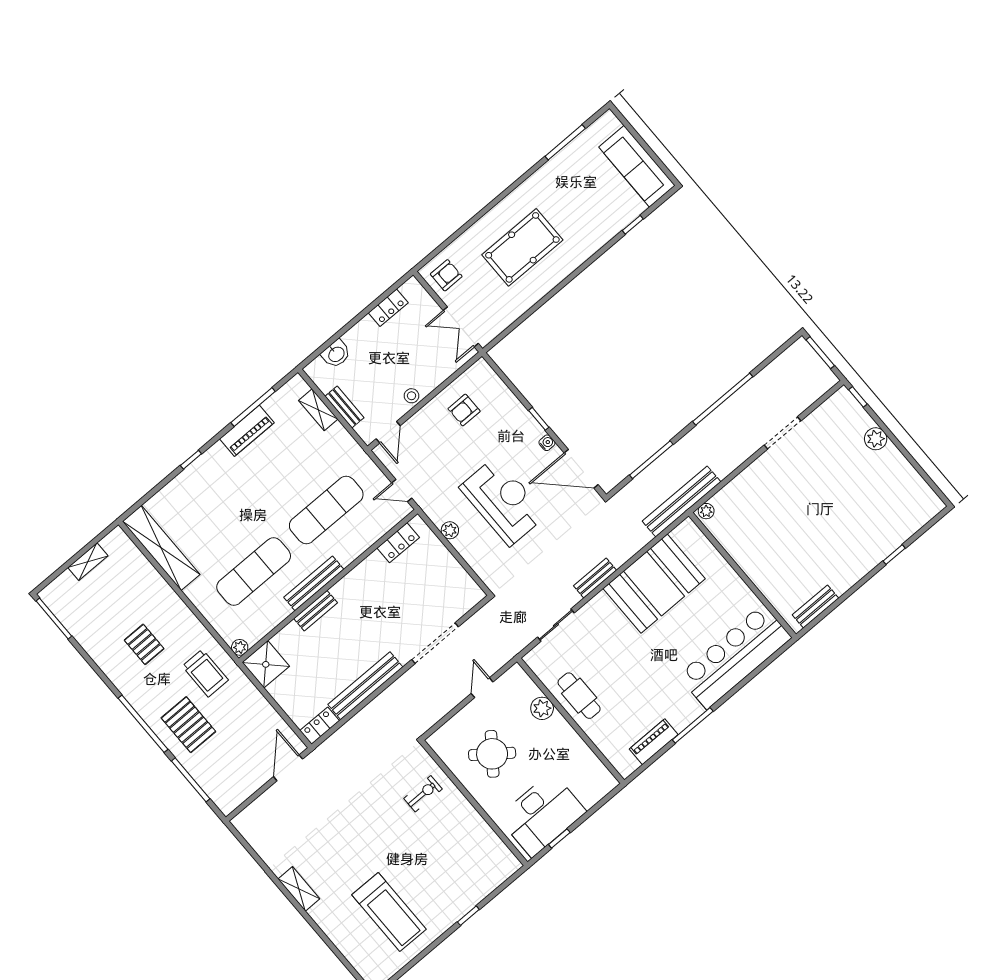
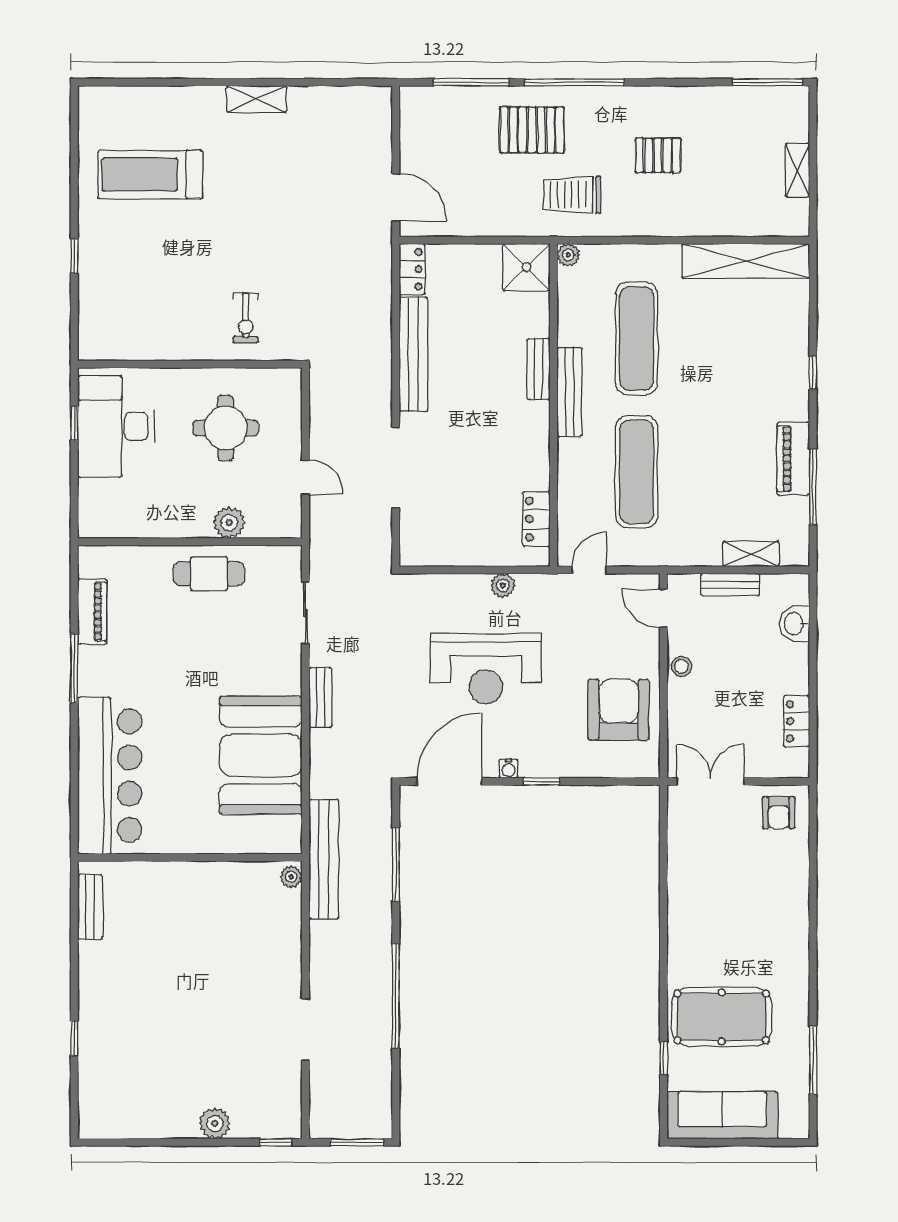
pool table: (522, 247) -> (722, 1017), moved, turned 90
armchair: (464, 410) -> (619, 710), width x1.88, depth x1.88
round table: (492, 754) -> (226, 428), turned -37

